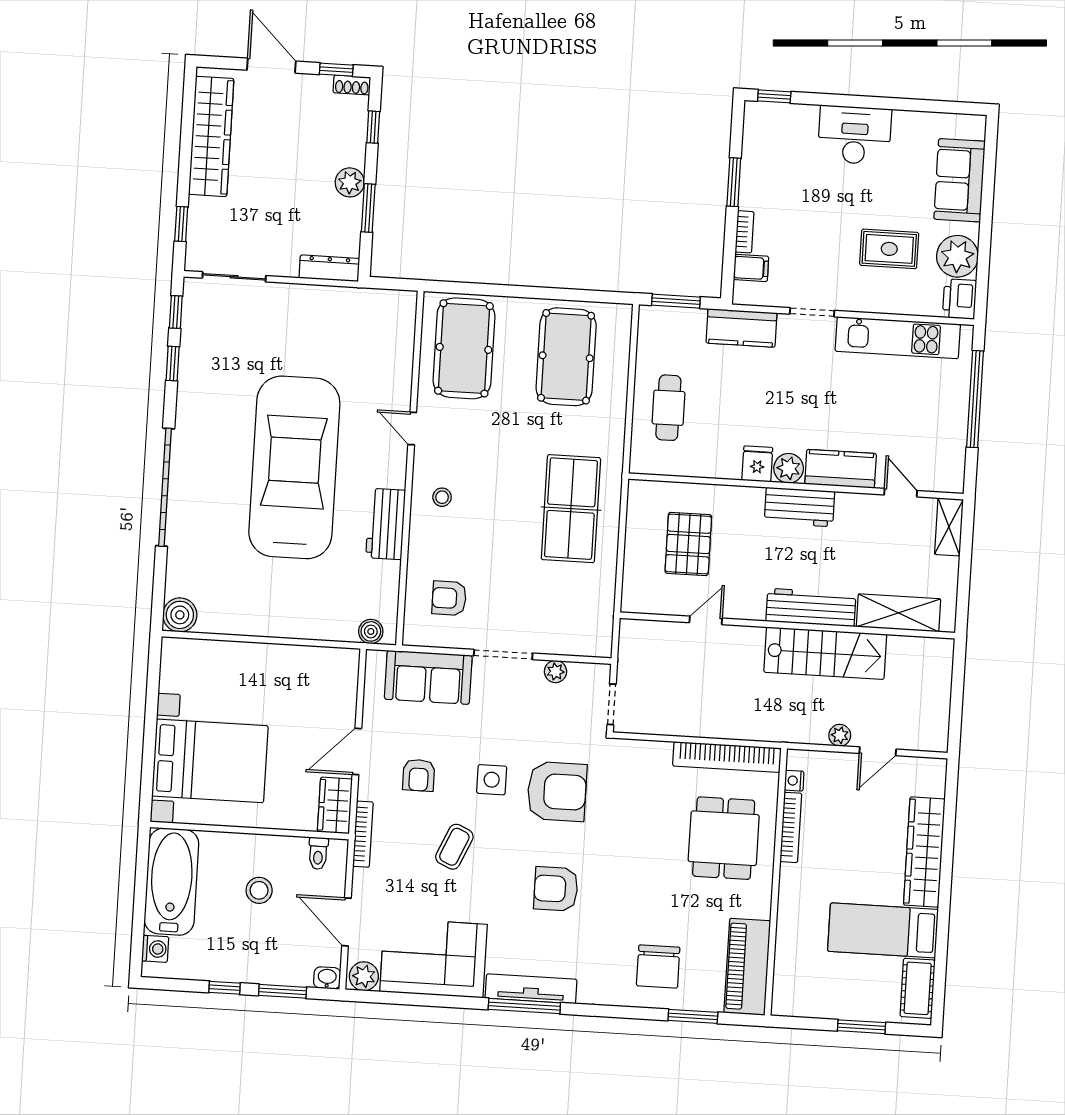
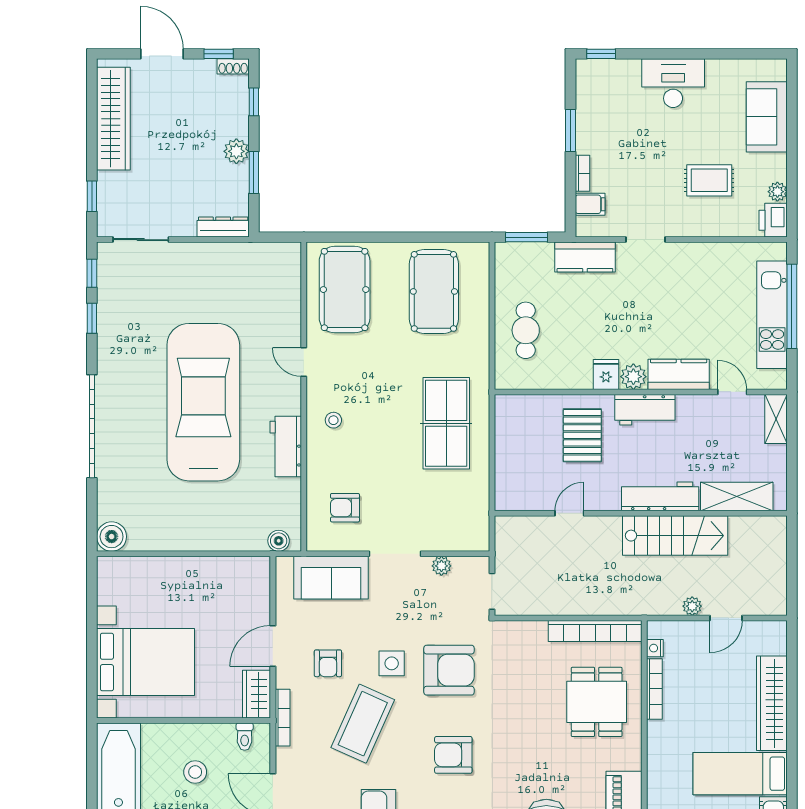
plant: (957, 256) -> (777, 192), width x0.53, depth x0.53
kitchen unit: (898, 338) -> (772, 315), moved, turned 90
pallet: (688, 544) -> (582, 435), moved
coffee table: (454, 847) -> (363, 724), width x1.86, depth x1.72

